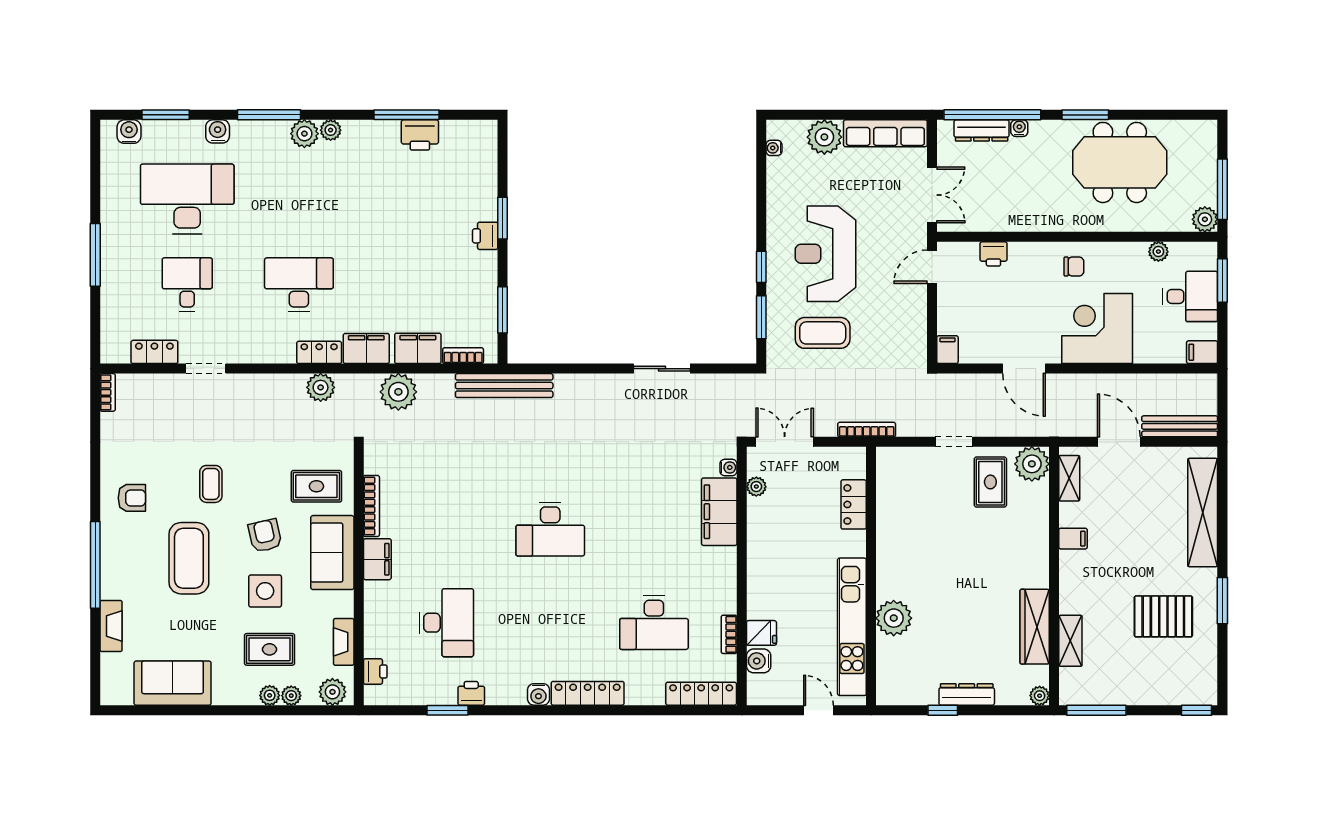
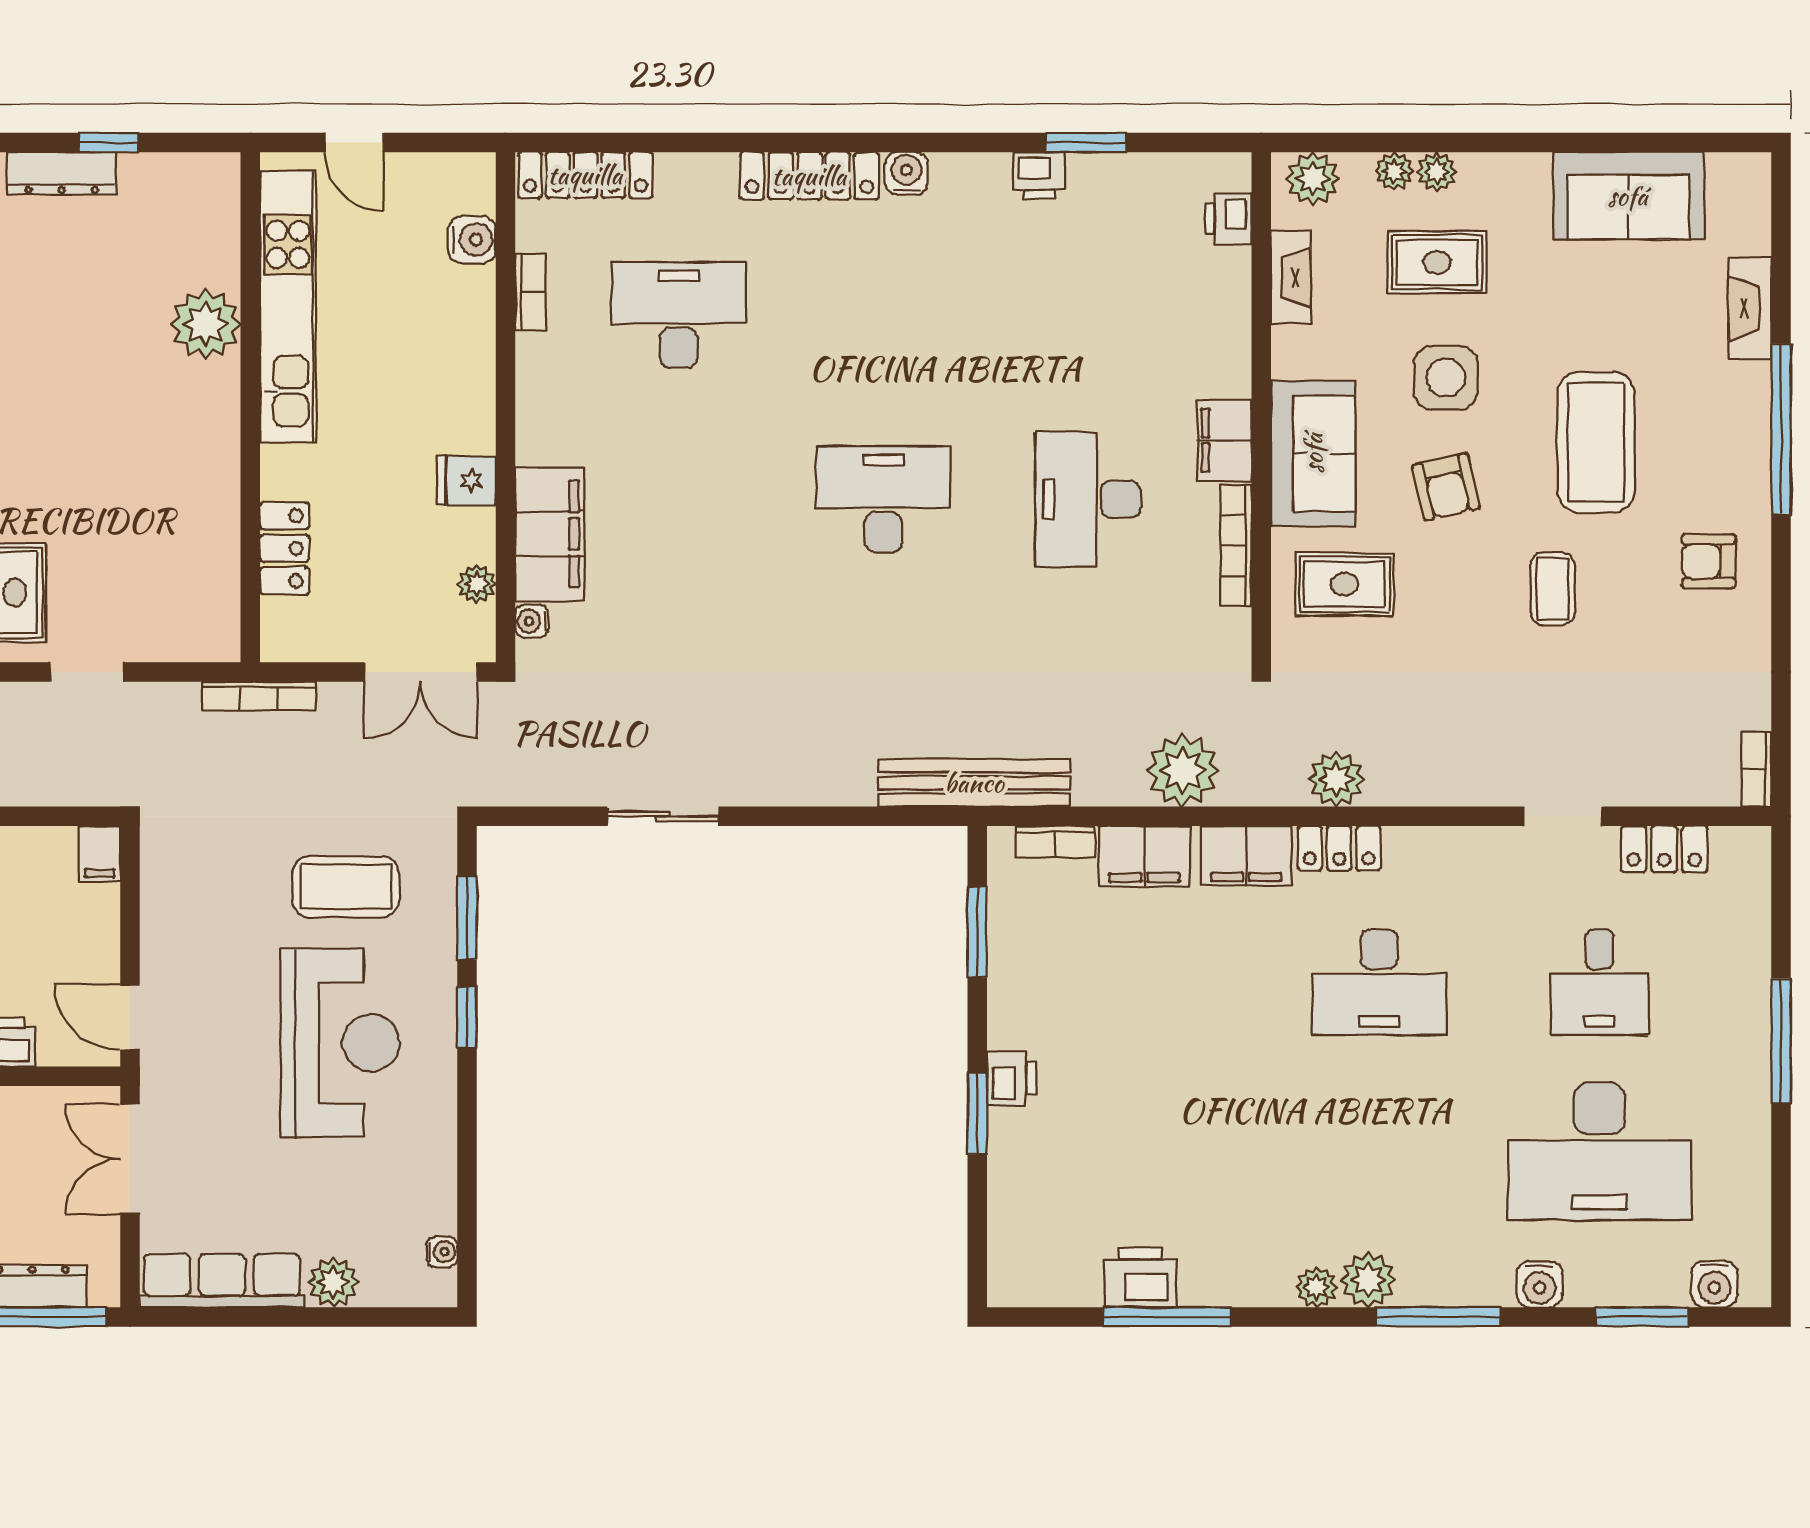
plant: (824, 137) -> (333, 1282), width x0.73, depth x0.73
door: (932, 267) -> (130, 1017), swing flipped
desk: (446, 623) -> (1088, 499), moved
fridge: (761, 633) -> (467, 481), moved

